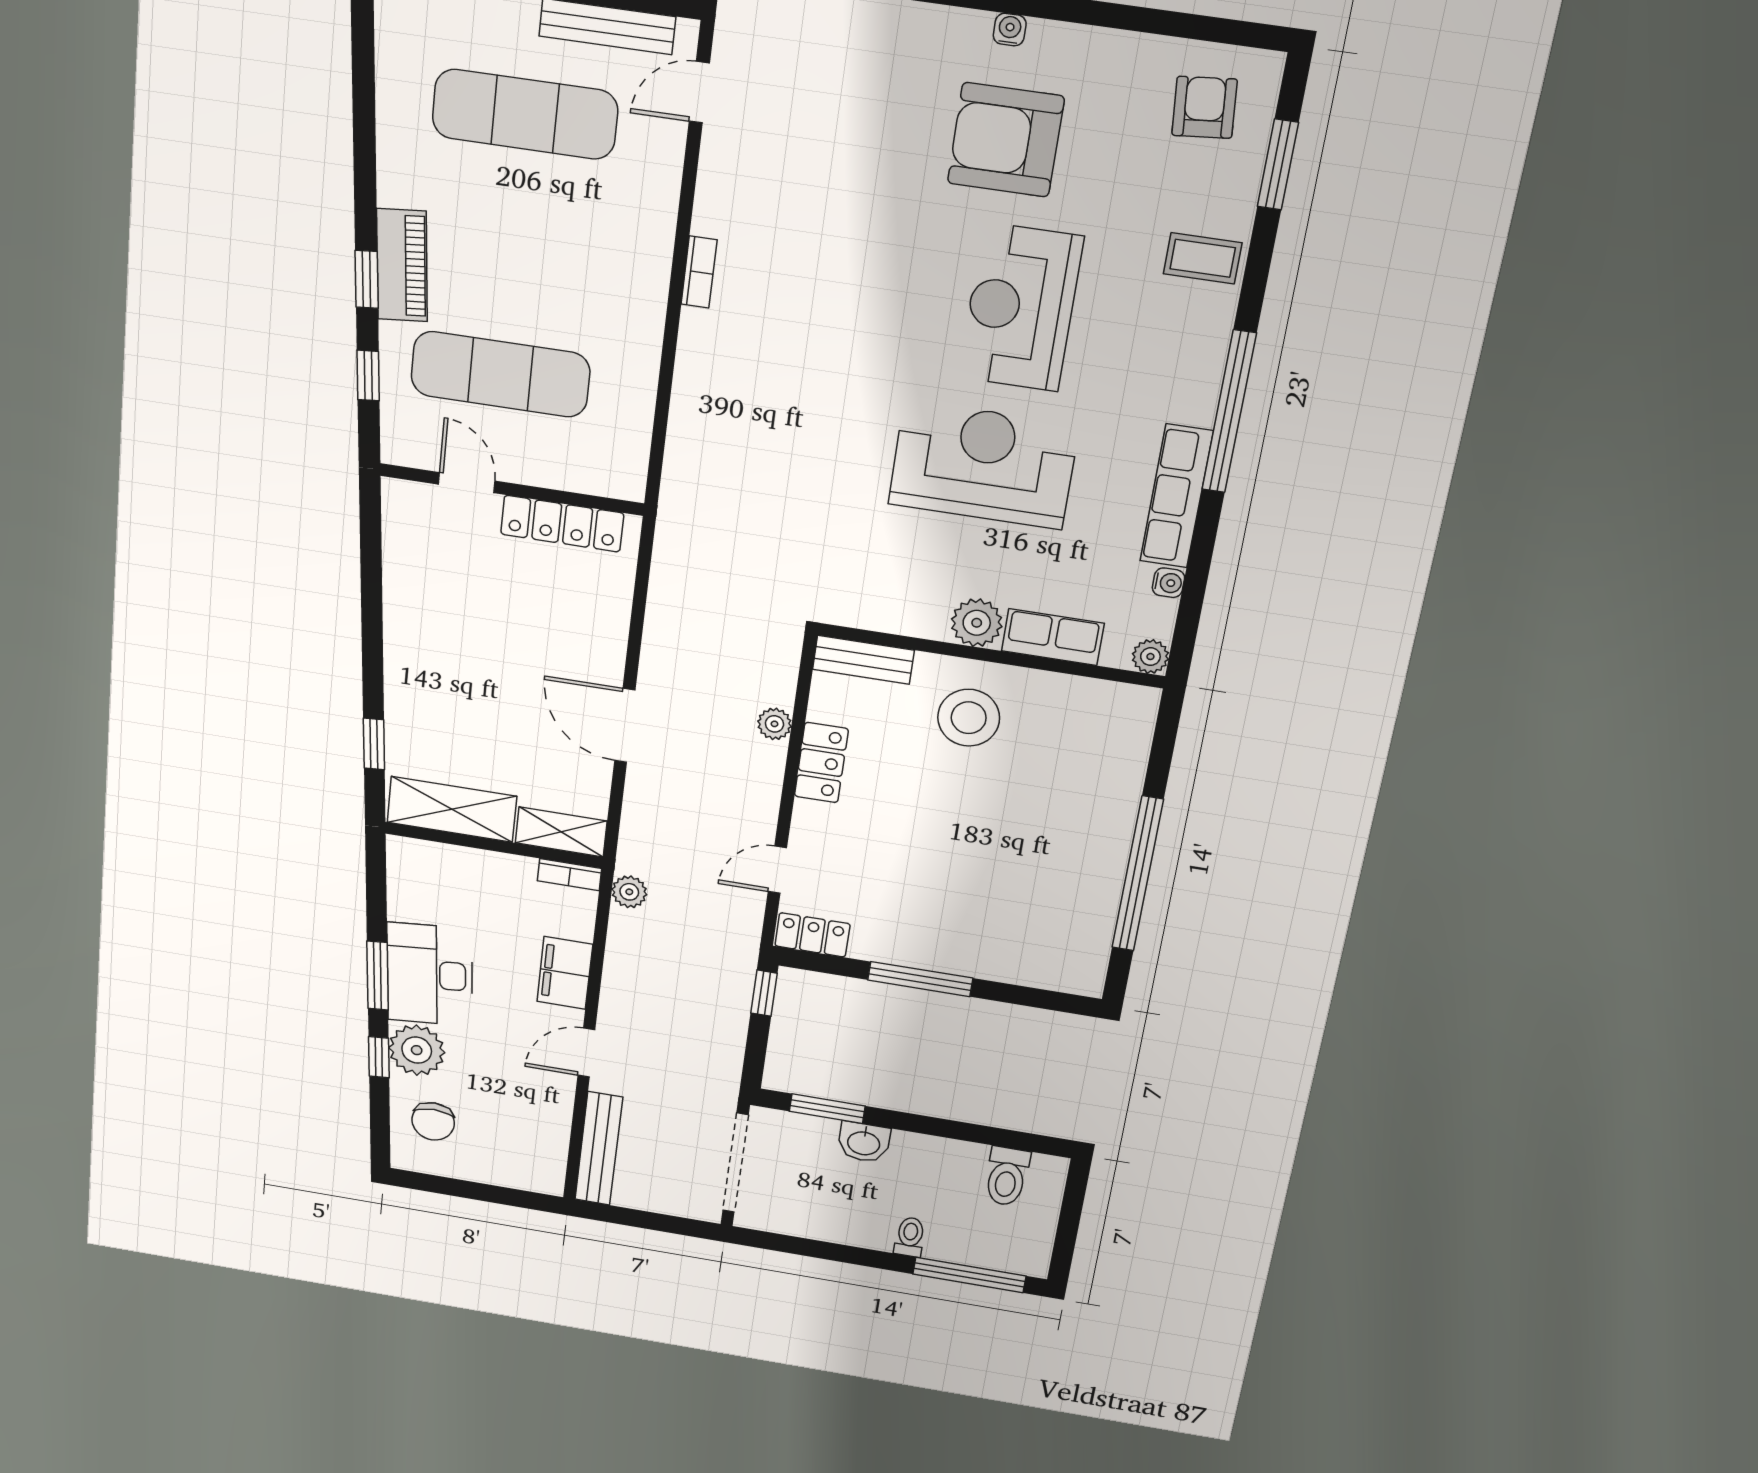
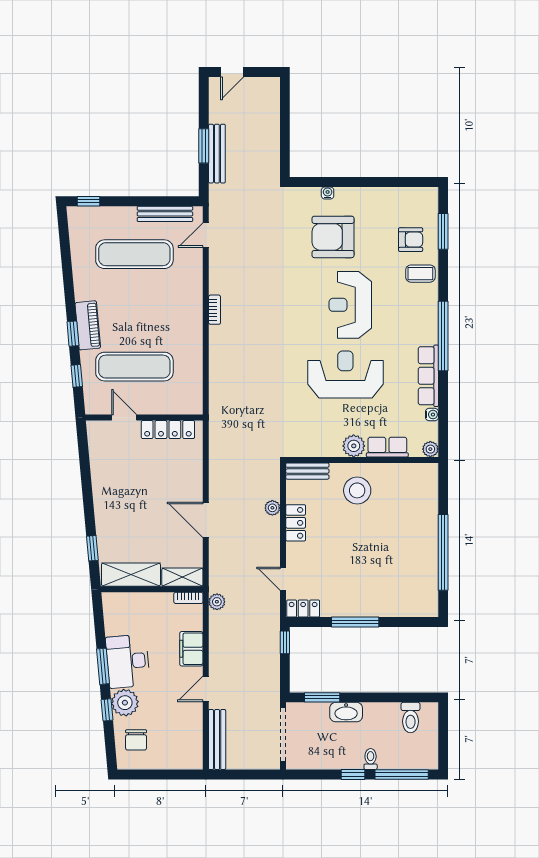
armchair: (1204, 107) -> (411, 240), moved, turned 95
door: (777, 870) -> (283, 579), hinge flipped
washbasin: (864, 1142) -> (346, 712), width x1.38
window: (869, 1258) -> (353, 775), added

